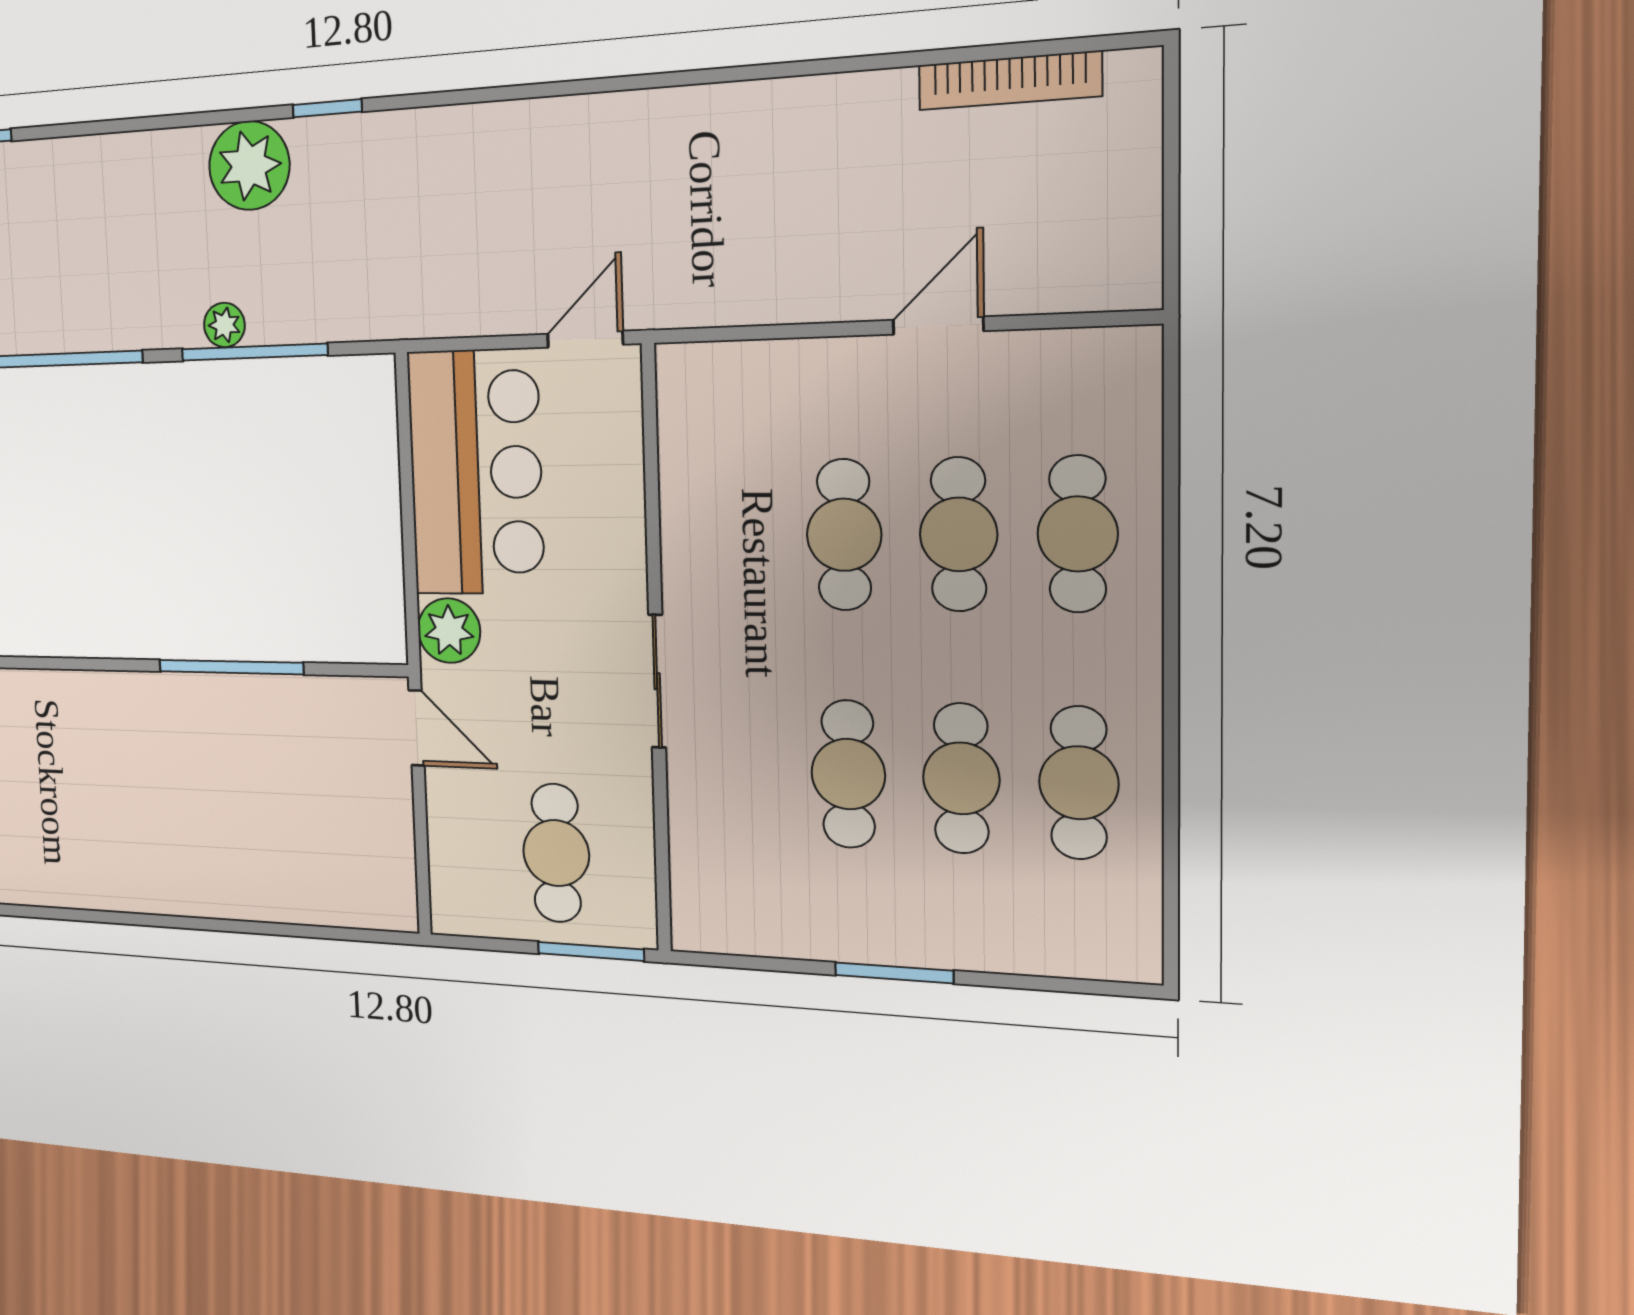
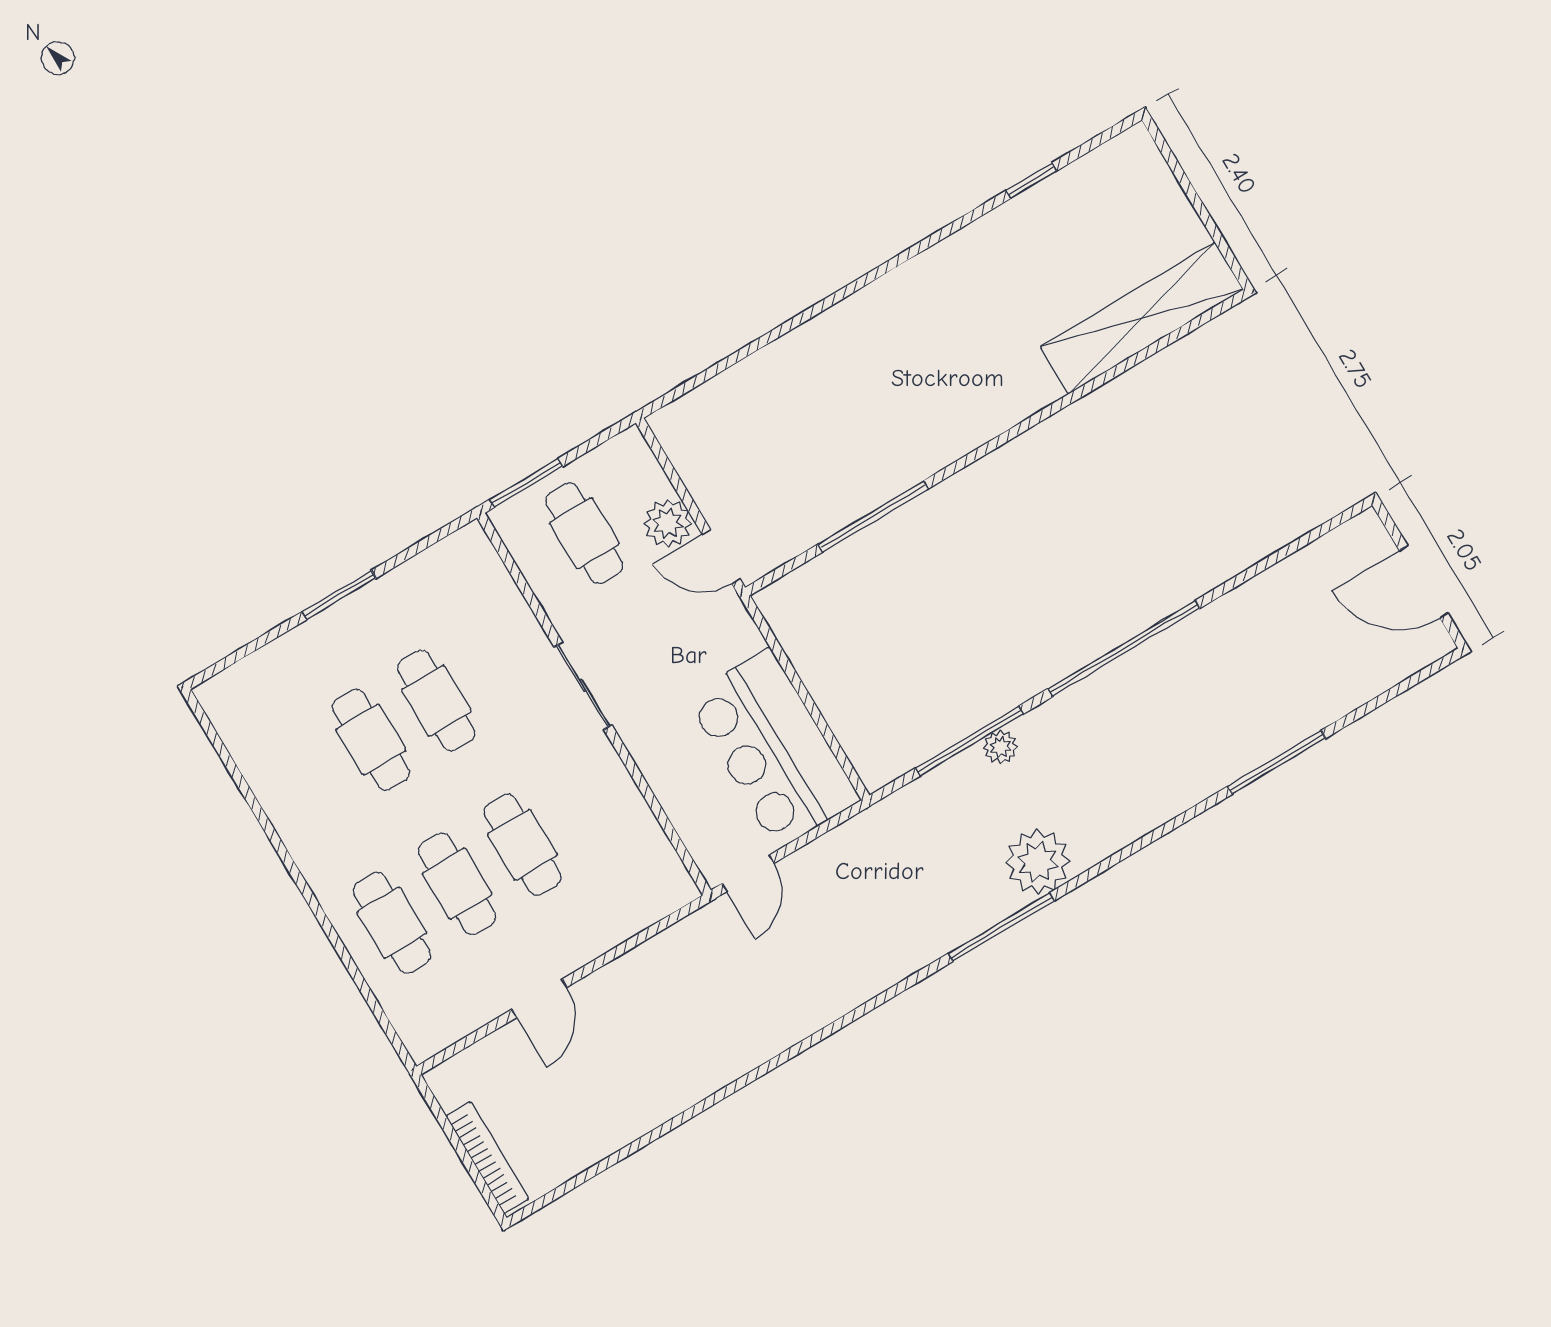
bookcase: (1010, 81) -> (487, 1157), moved, turned 90
window: (327, 108) -> (1001, 927), width x2.17
plant: (449, 631) -> (668, 523), moved
cafe table: (1079, 783) -> (306, 779), removed

